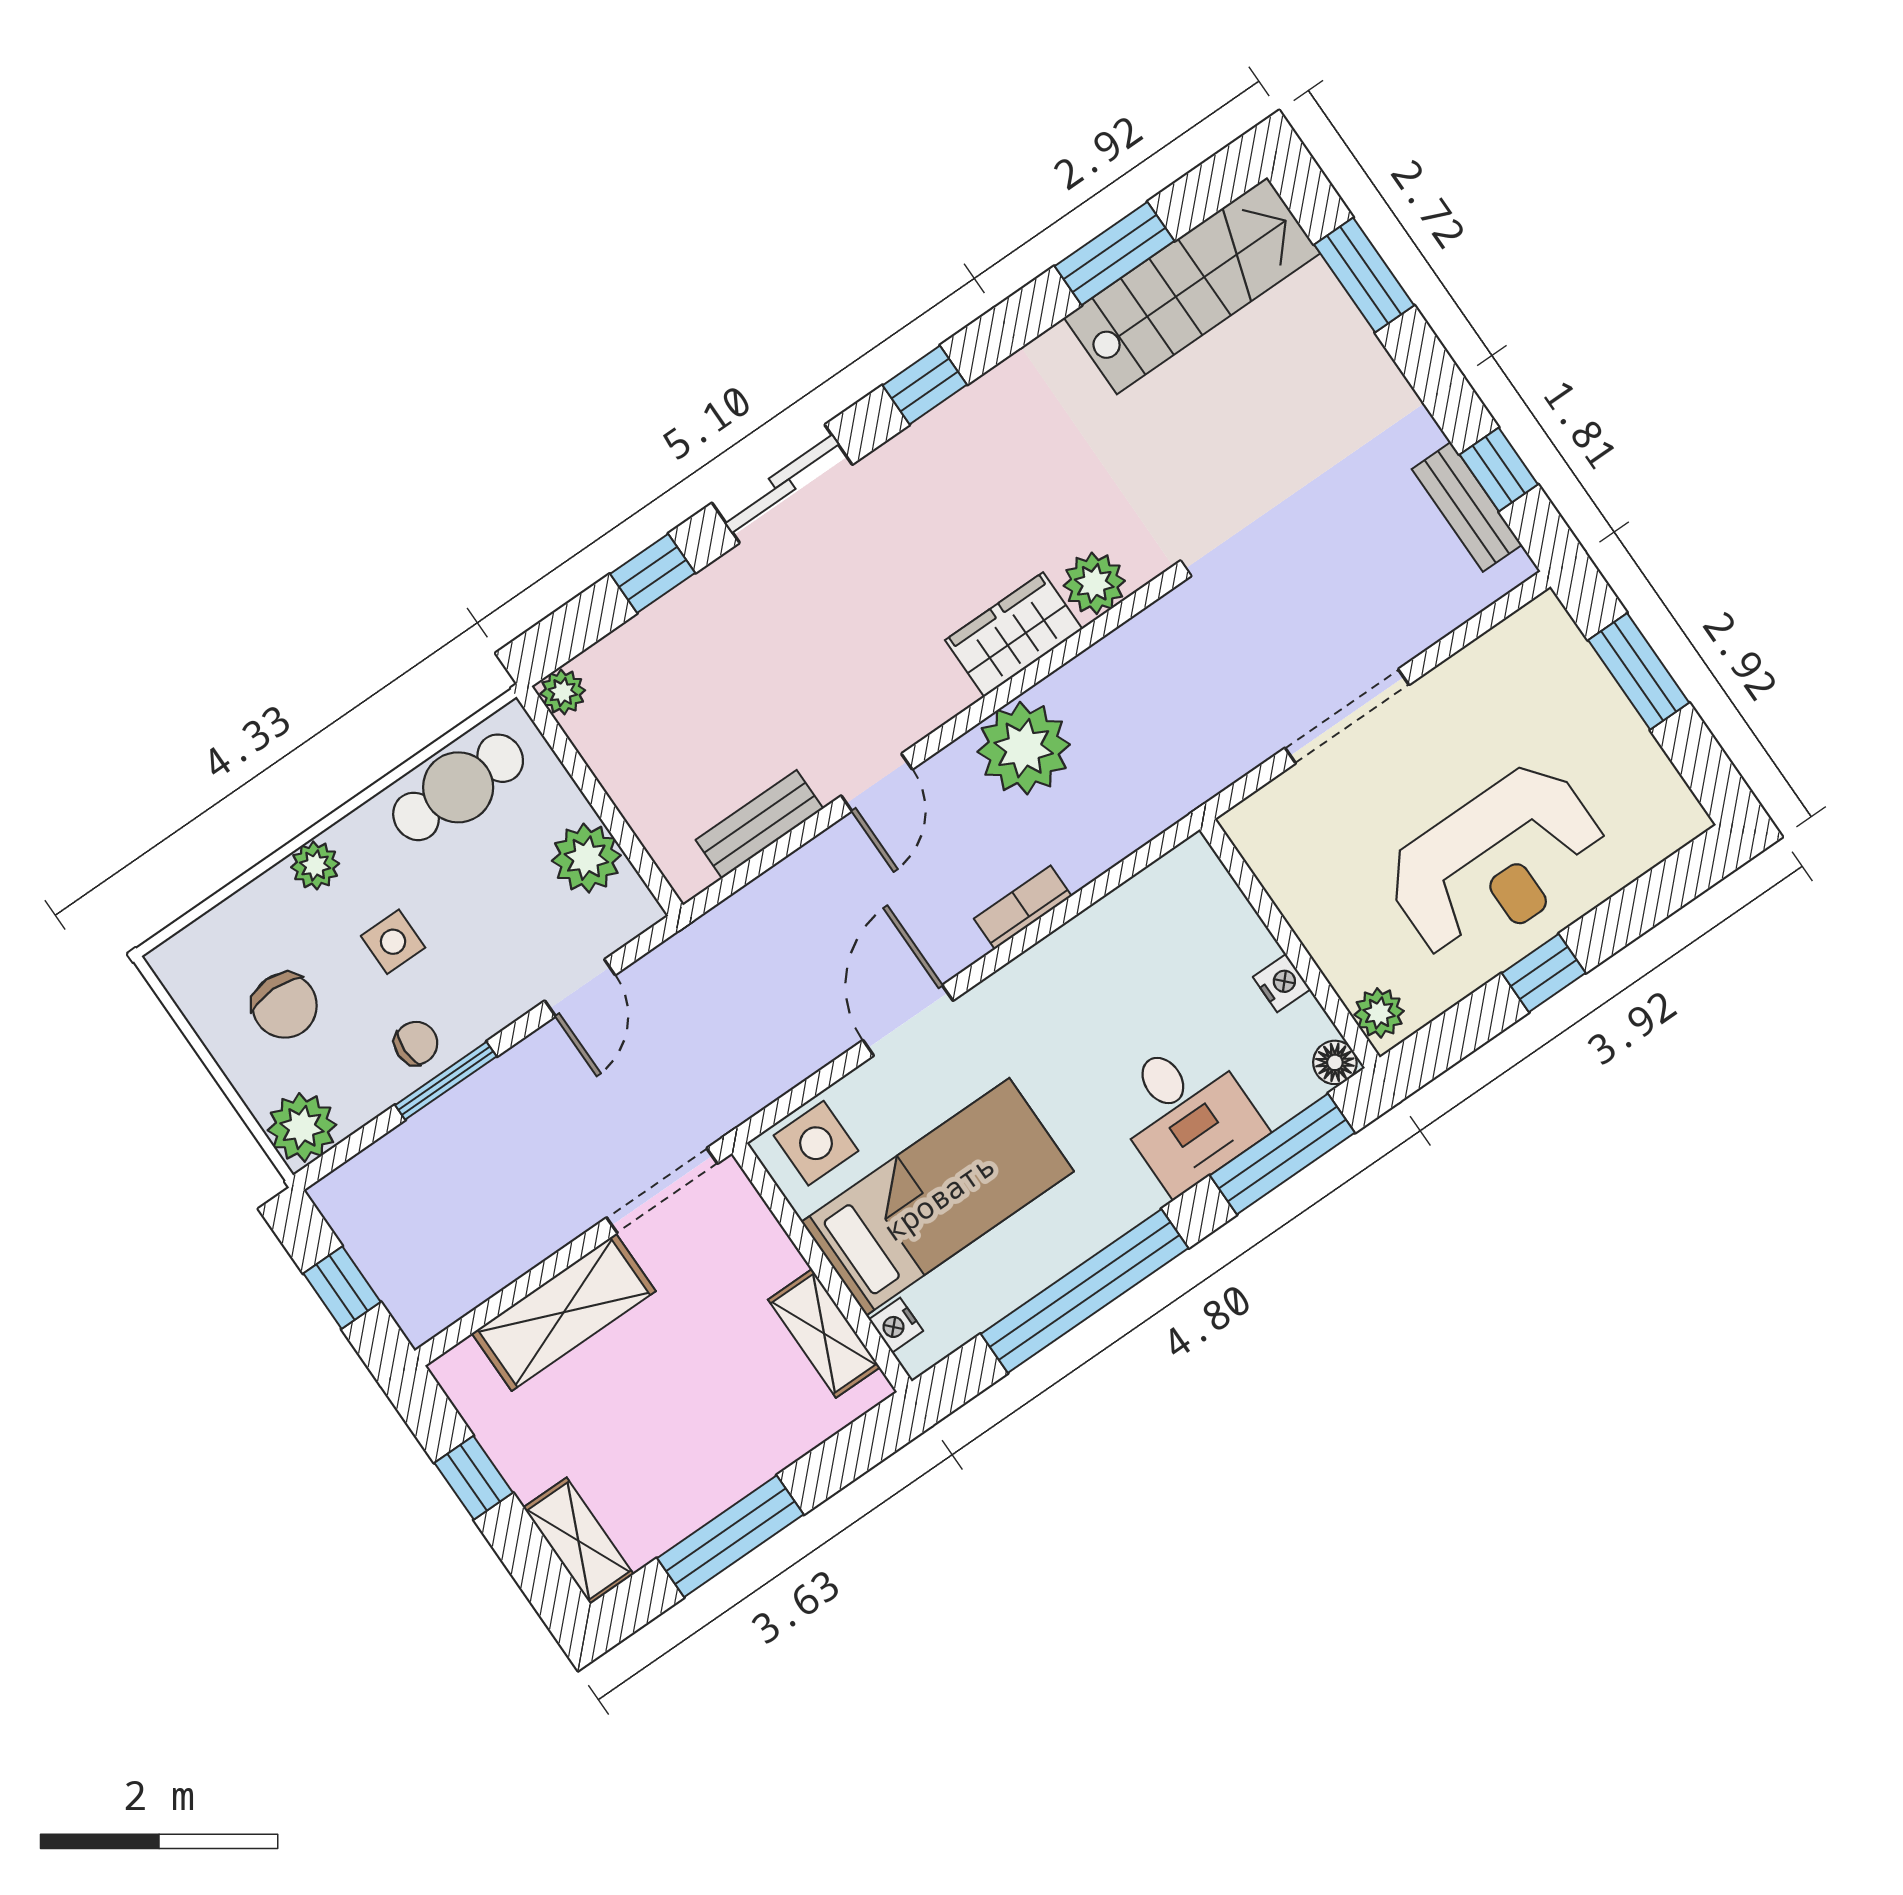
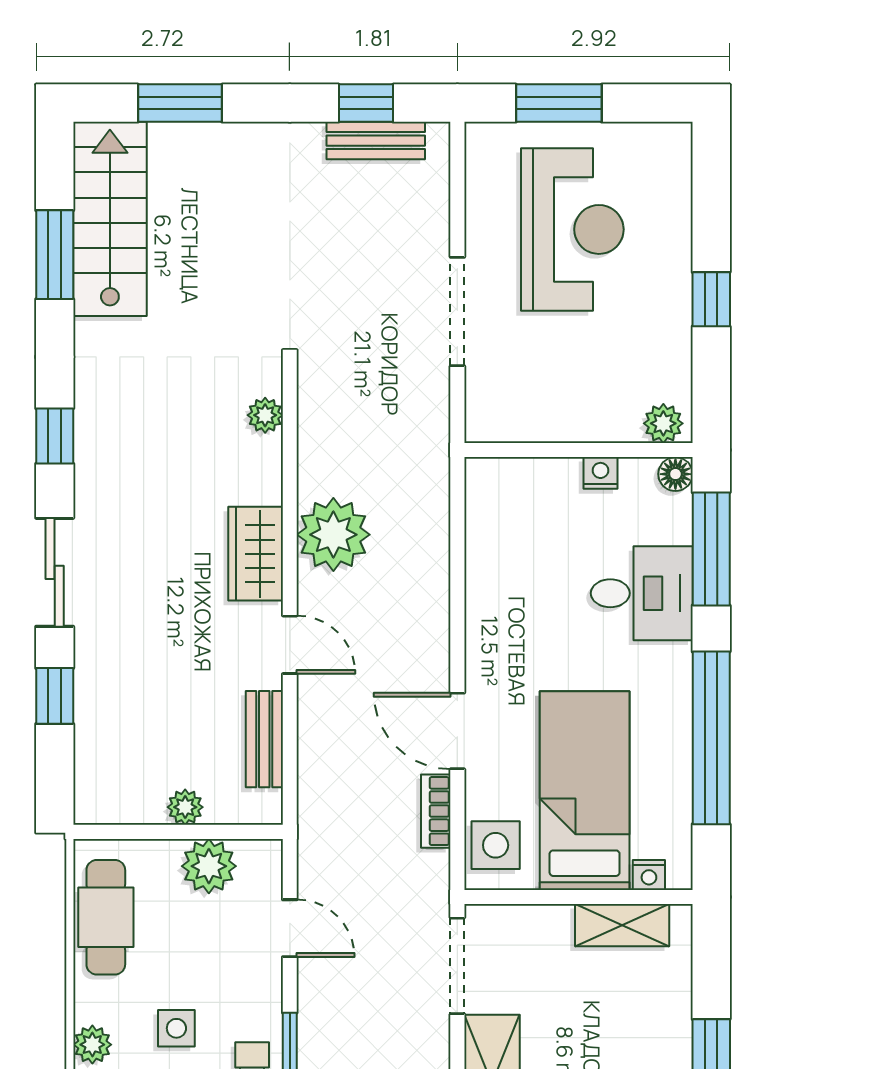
plant: (1094, 583) -> (265, 415), width x0.73, depth x0.73
wardrobe: (1014, 635) -> (256, 554), moved
plant: (563, 692) -> (185, 807), moved
reception desk: (1497, 863) -> (572, 229), moved
bookcase: (1023, 907) -> (436, 811), moved

